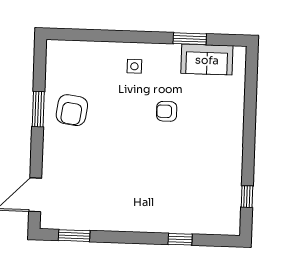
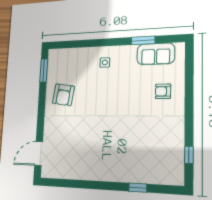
window: (38, 109) -> (44, 71), moved
armchair: (167, 111) -> (163, 91), moved
window: (74, 236) -> (63, 183), removed

